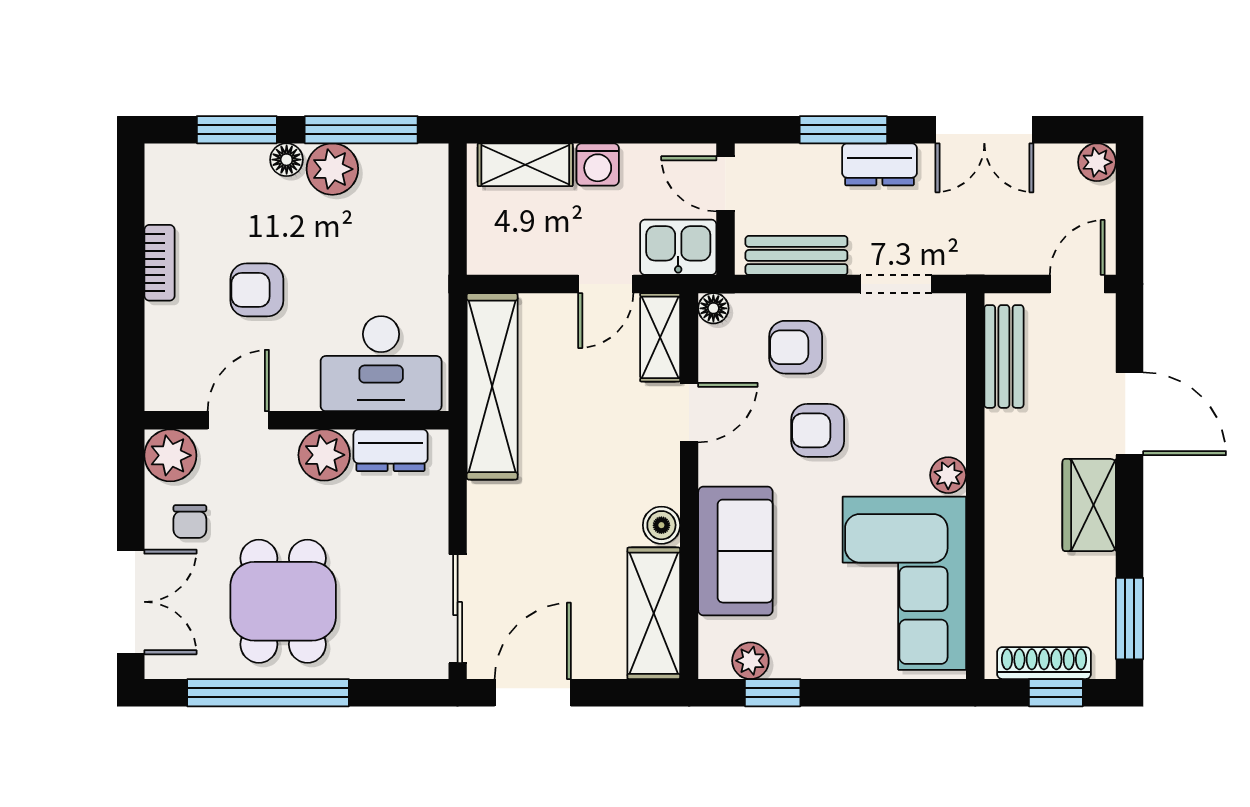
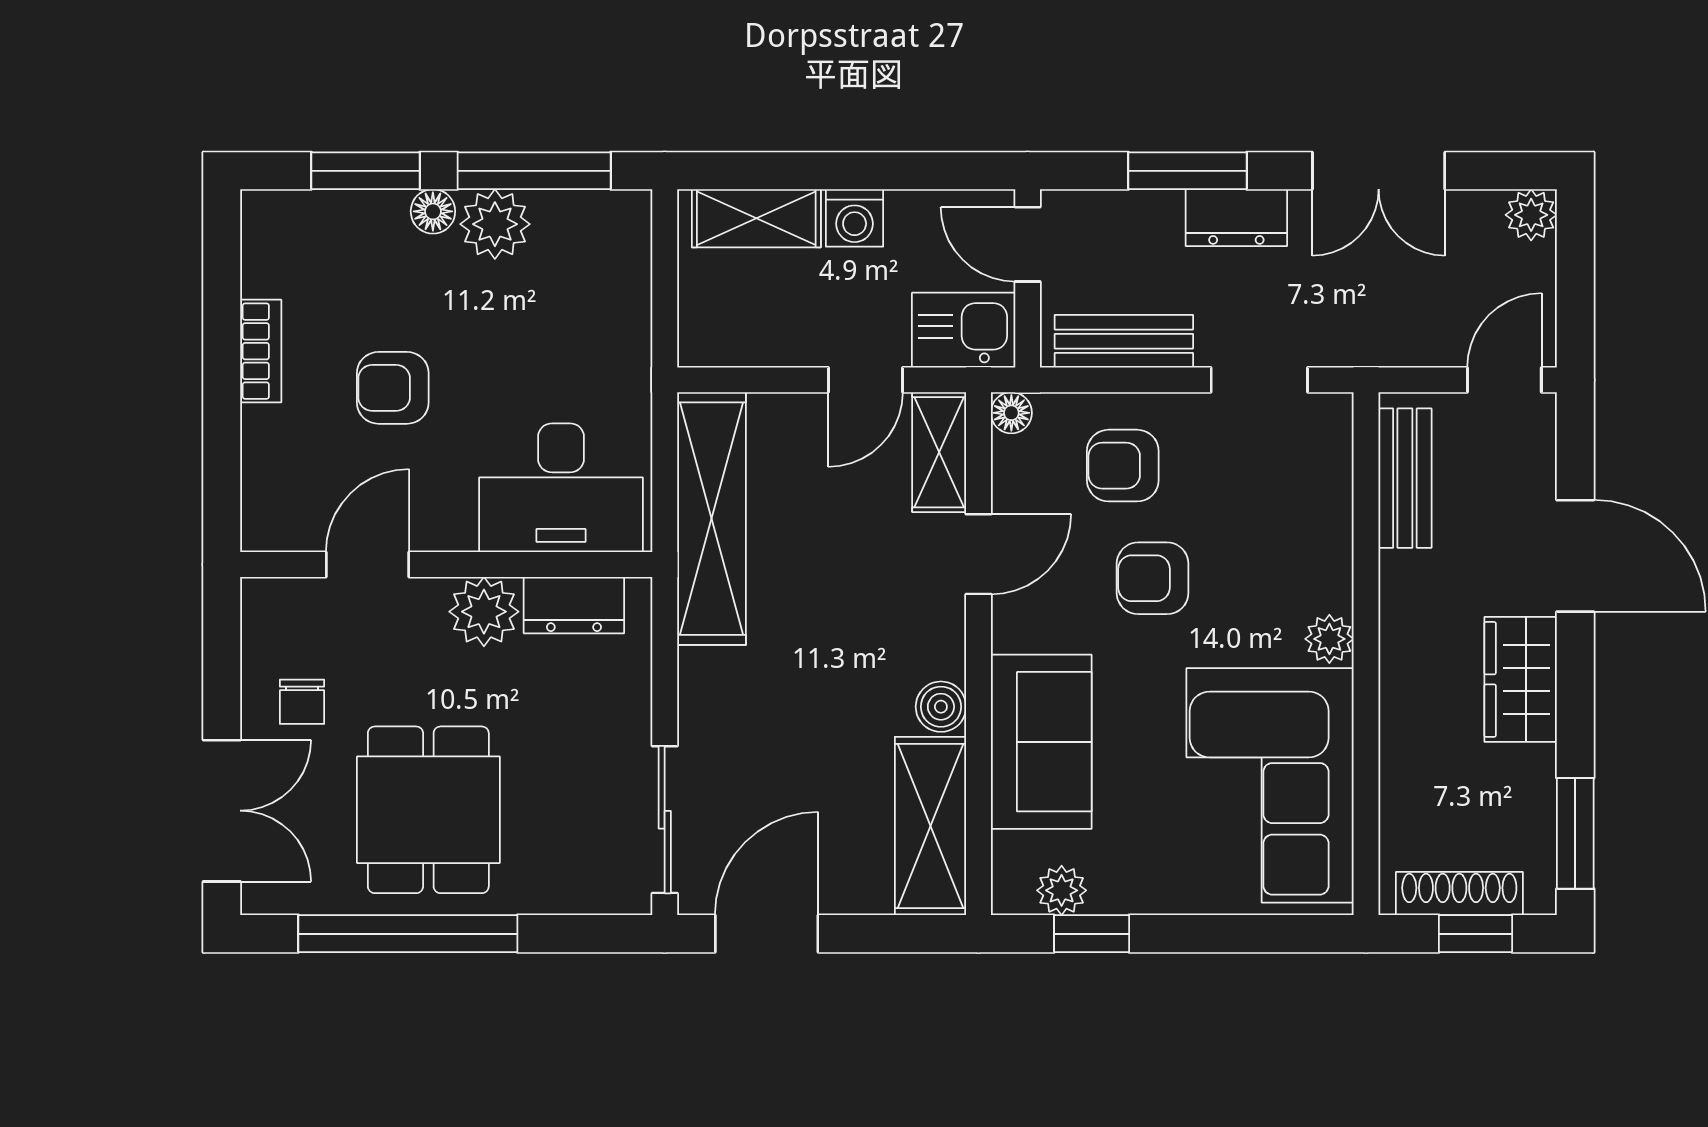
plant: (170, 455) -> (276, 612), removed

